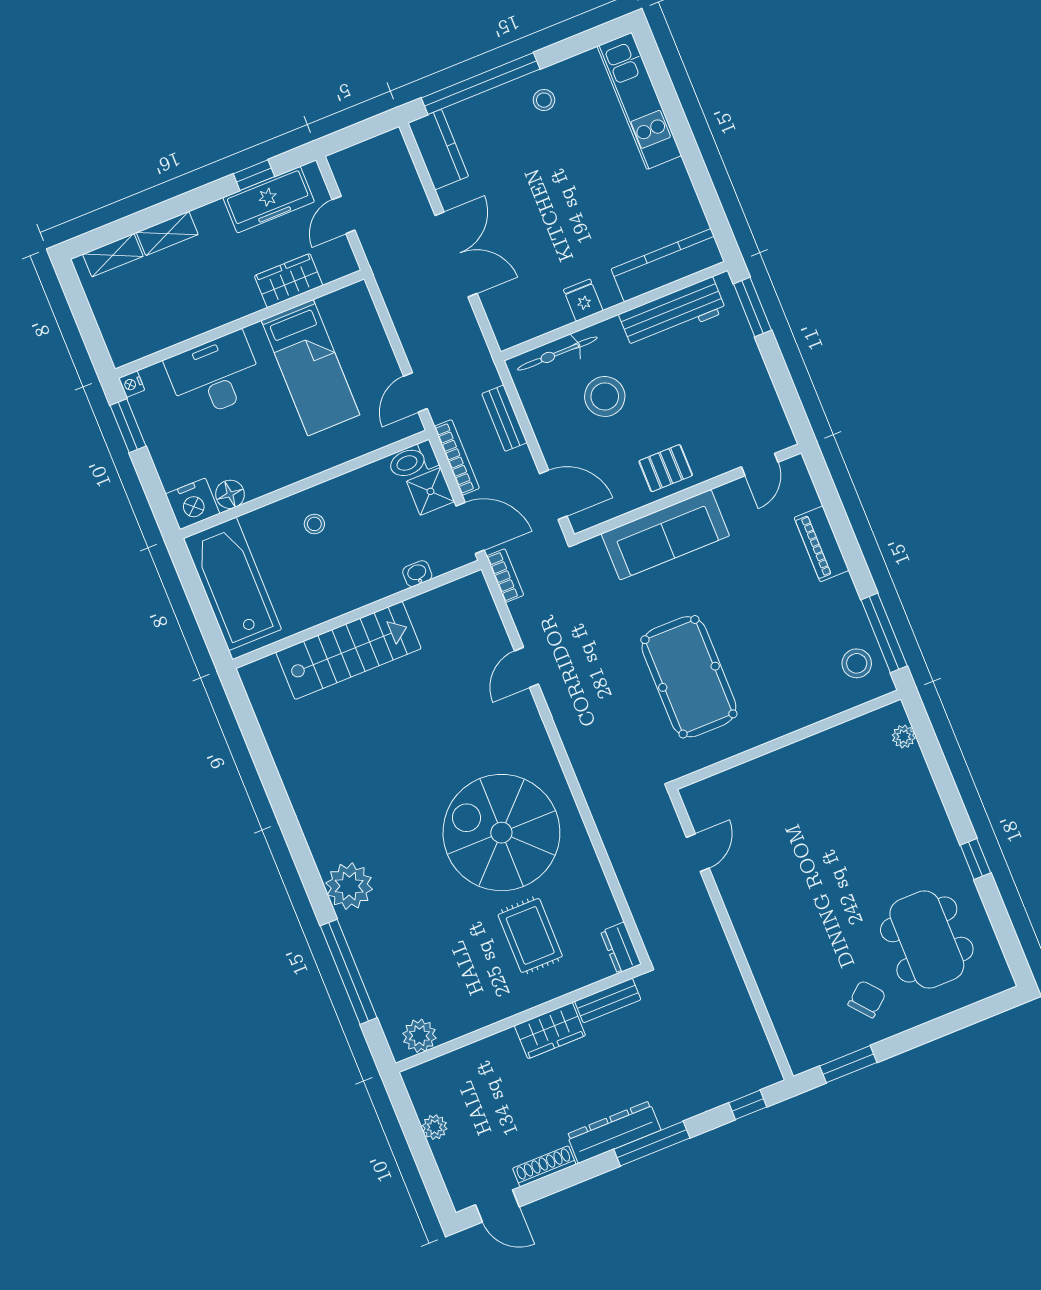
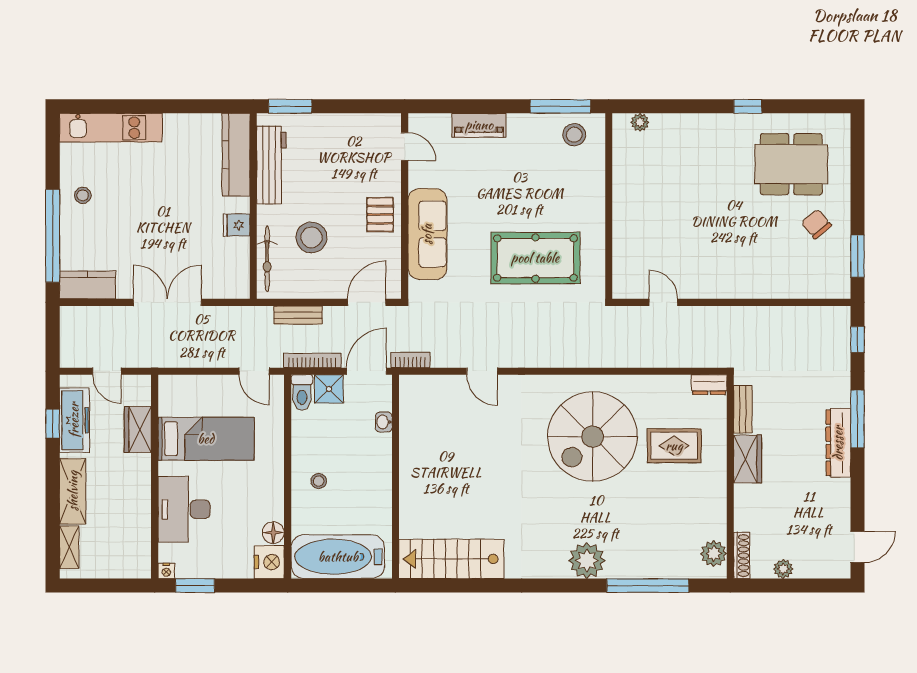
shelving: (167, 233) -> (73, 491), width x1.50, depth x1.33
stairs: (349, 650) -> (451, 559), moved, turned -90
shoe rack: (544, 1166) -> (742, 555), moved, turned 180

